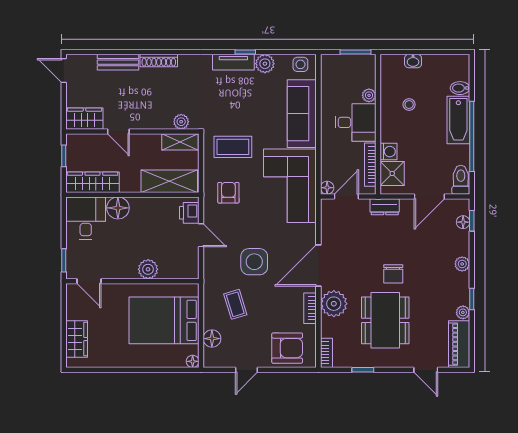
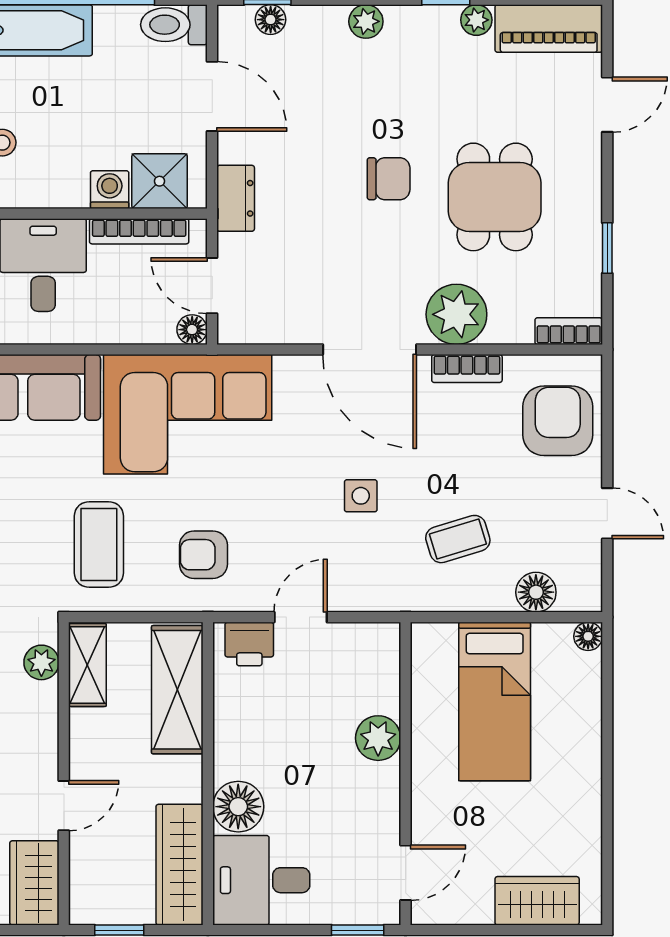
side table: (254, 262) -> (361, 496), width x0.54, depth x0.54
bed: (164, 320) -> (495, 702), width x0.67
dining table: (385, 320) -> (495, 197), width x0.73

